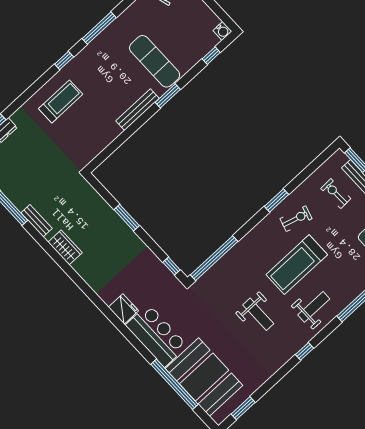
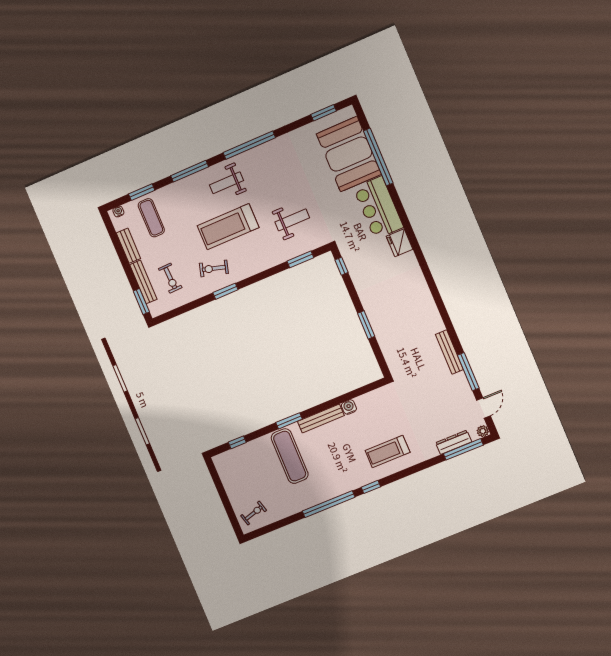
window: (99, 28) -> (329, 504), width x1.46
water cooler: (222, 31) -> (349, 407), moved
bench: (37, 221) -> (449, 352), width x1.36
wardrobe: (65, 247) -> (432, 318), removed
window: (214, 258) -> (300, 259), width x0.47
treadmill: (297, 265) -> (228, 227), turned 180
weight bench: (258, 314) -> (292, 220), moved, turned 90
window: (304, 351) -> (249, 145), width x3.17

